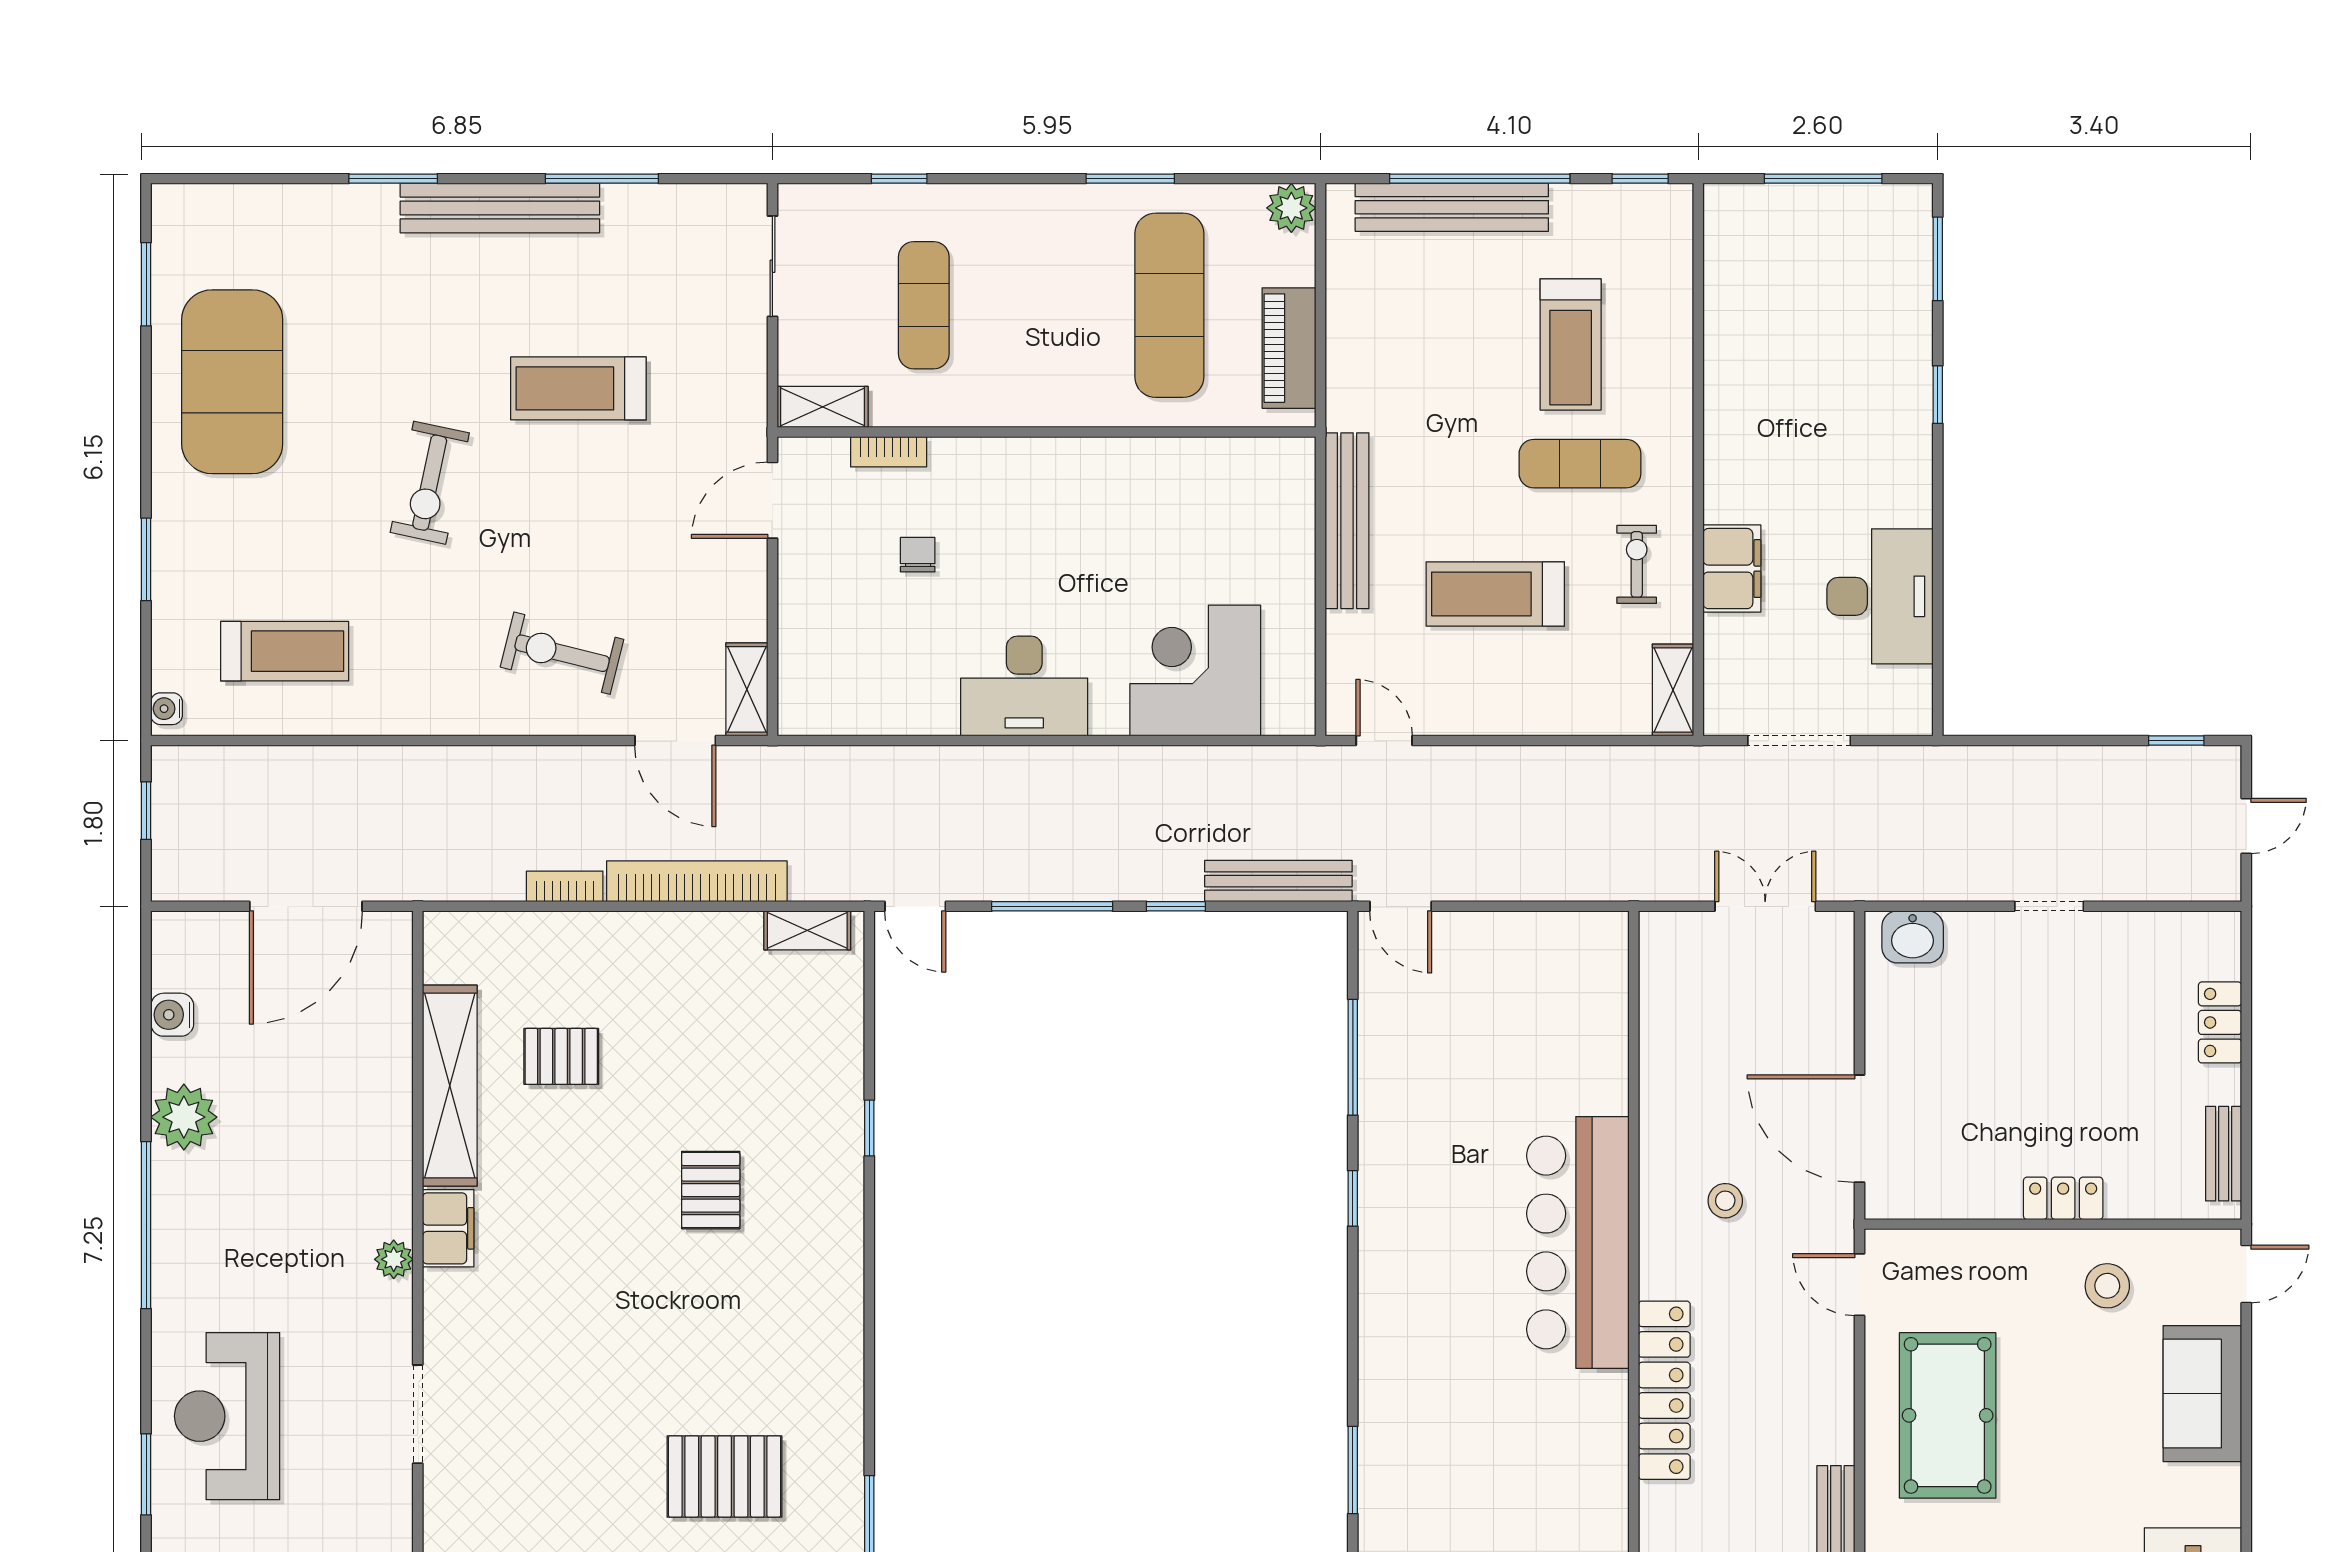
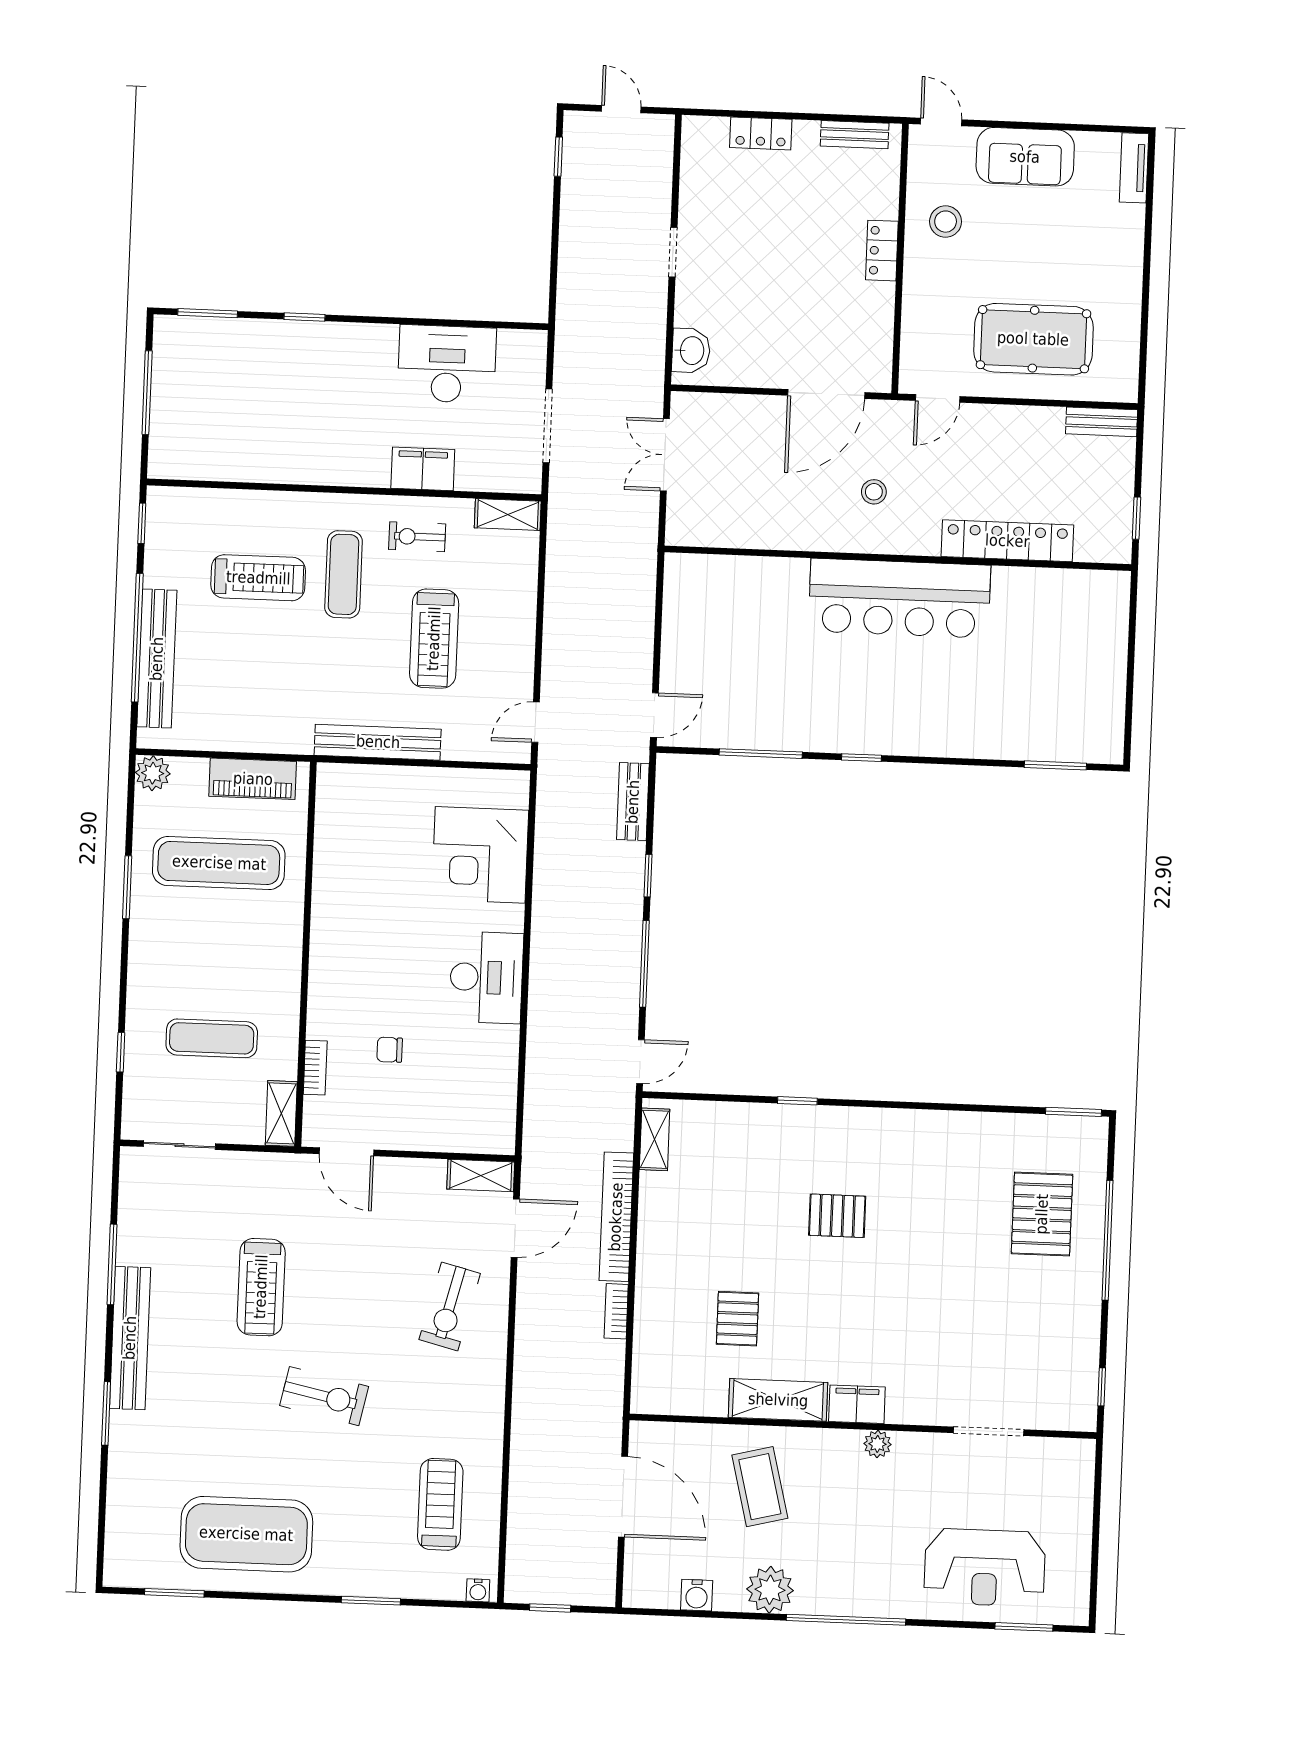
bench: (1278, 881) -> (633, 802), width x0.73
shelving: (450, 1086) -> (778, 1400), width x0.68
coffee table: (327, 1097) -> (760, 1487), added

